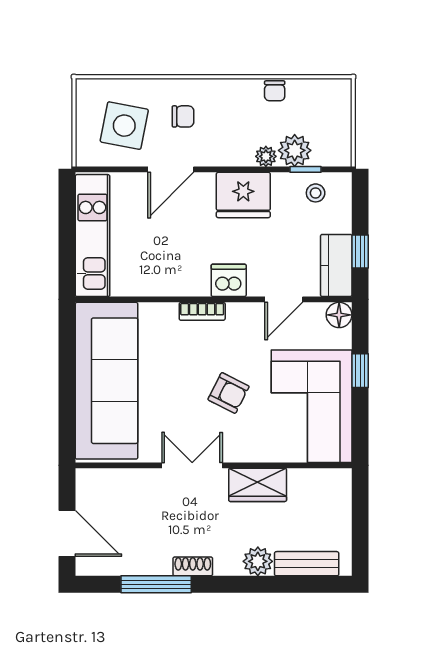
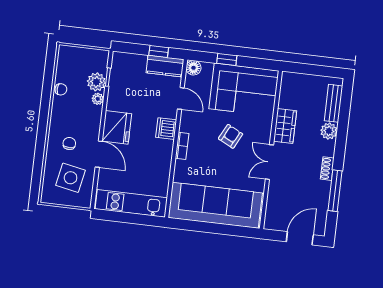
stool: (316, 193) -> (122, 73), removed
fridge: (243, 195) -> (117, 127), moved

